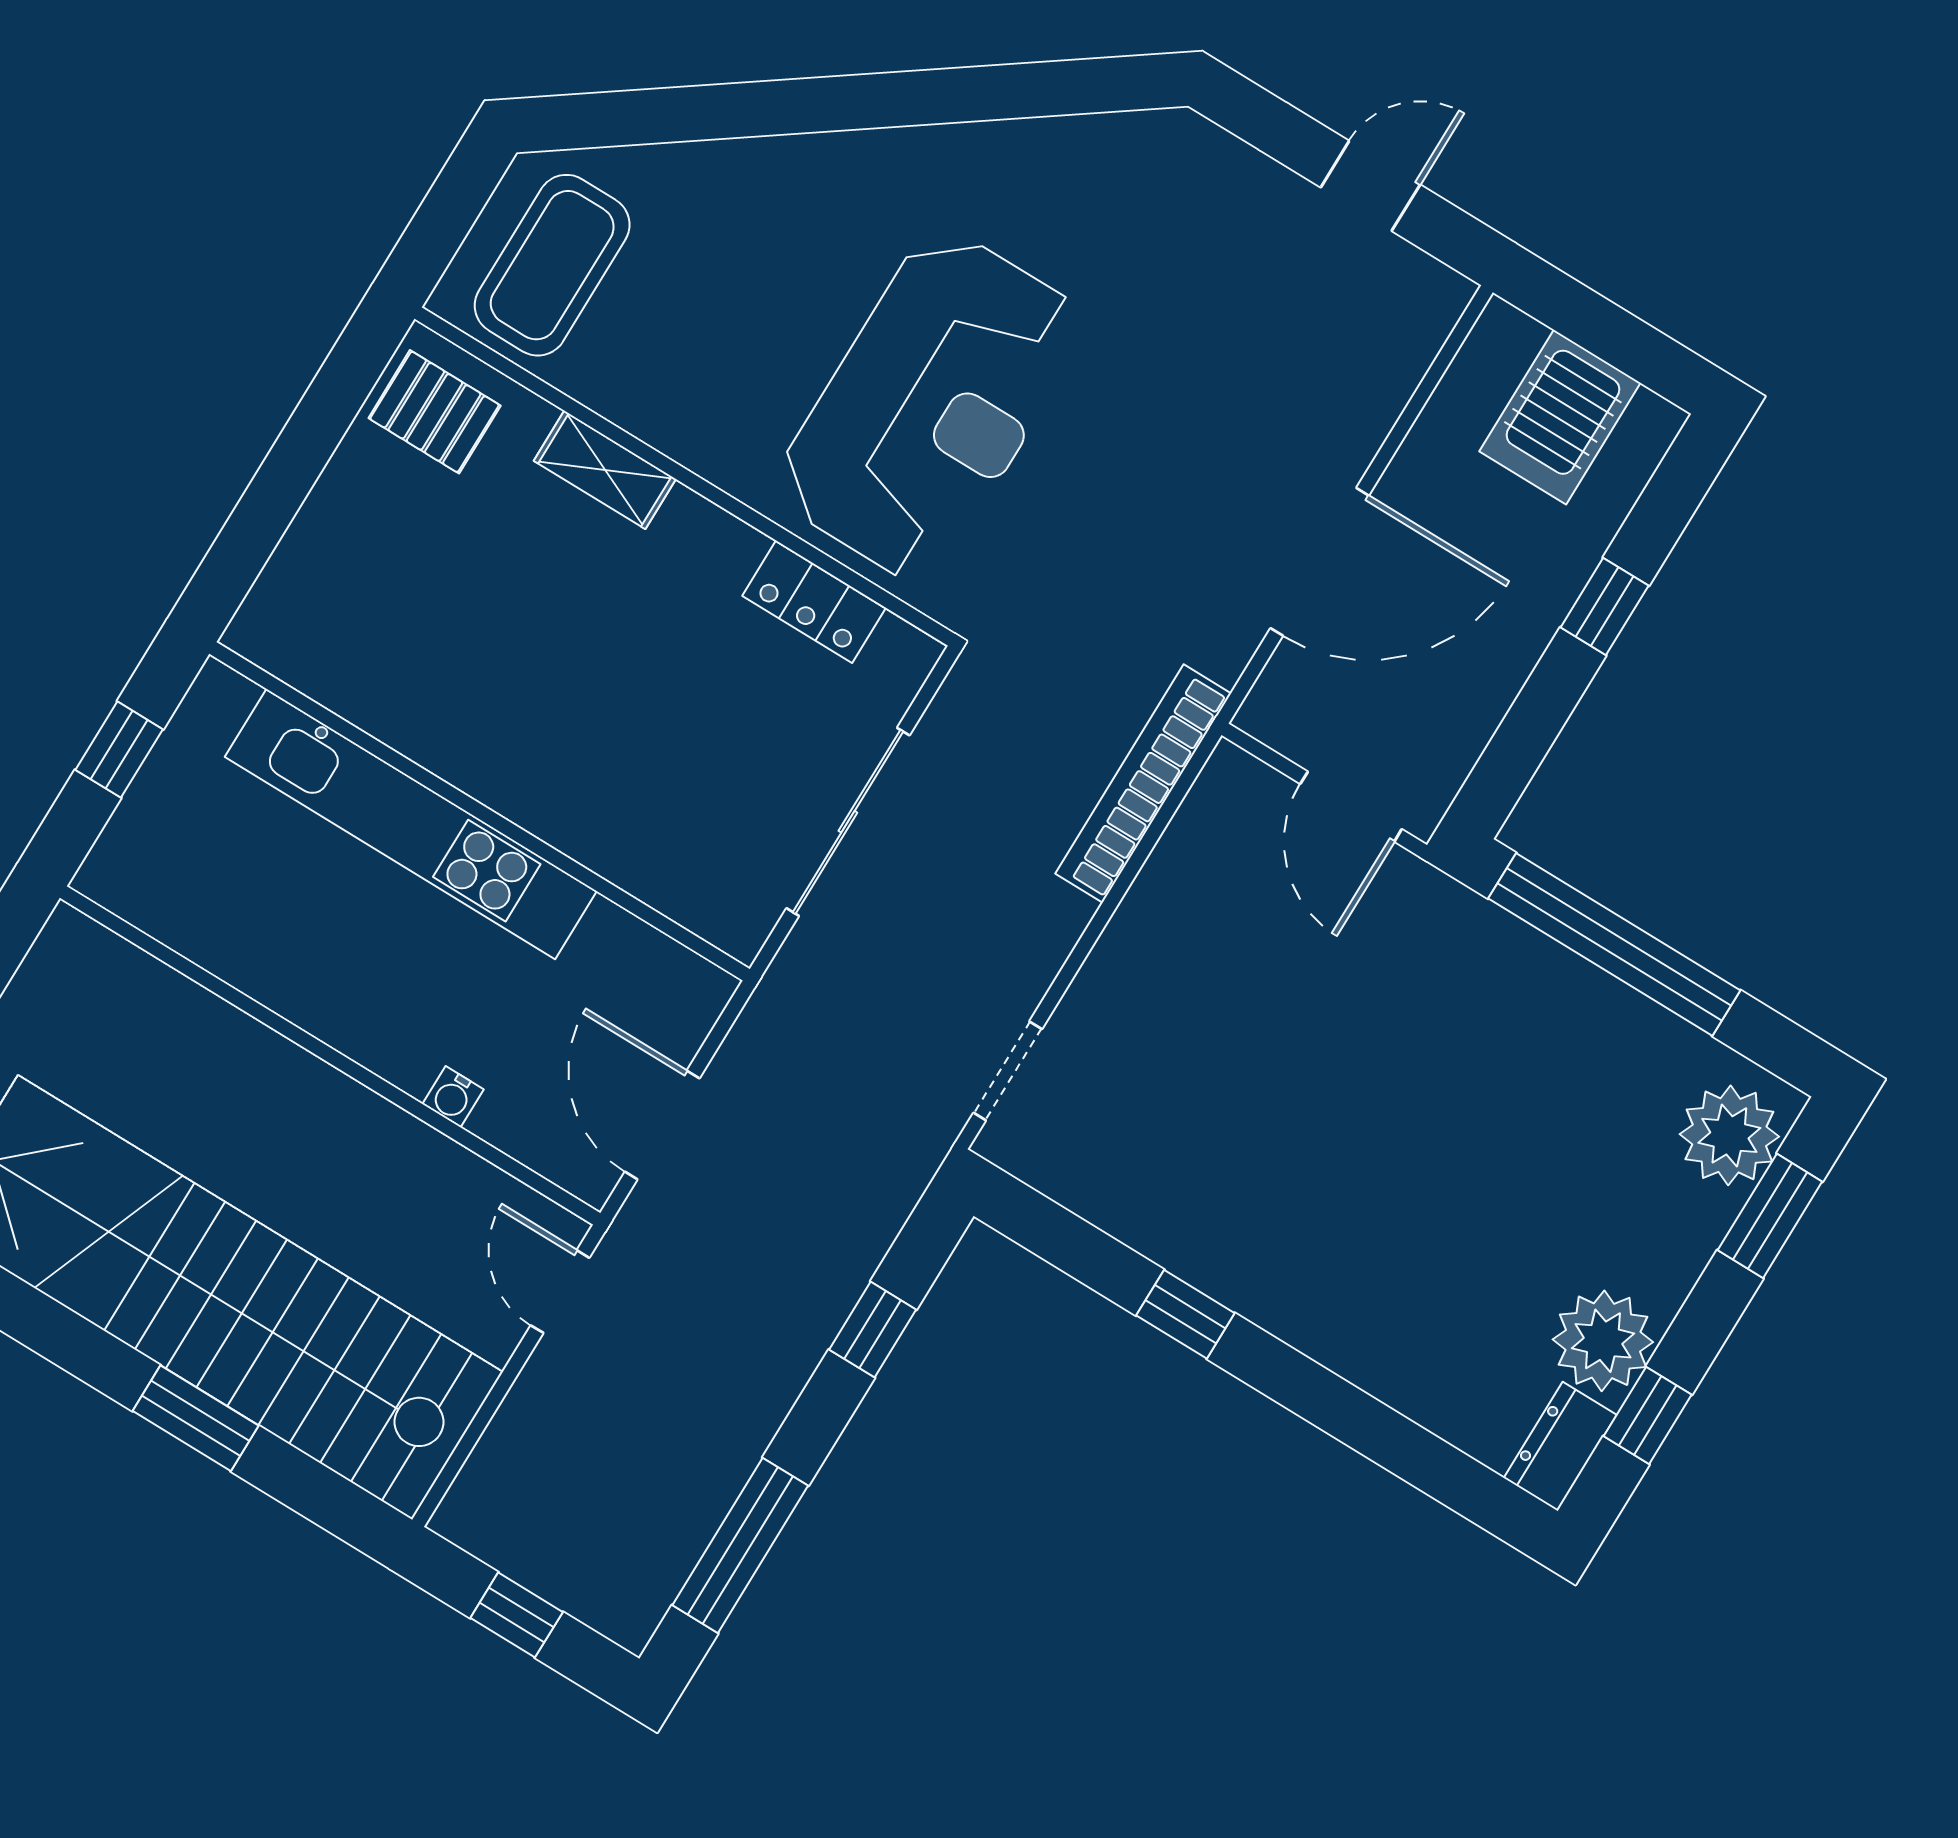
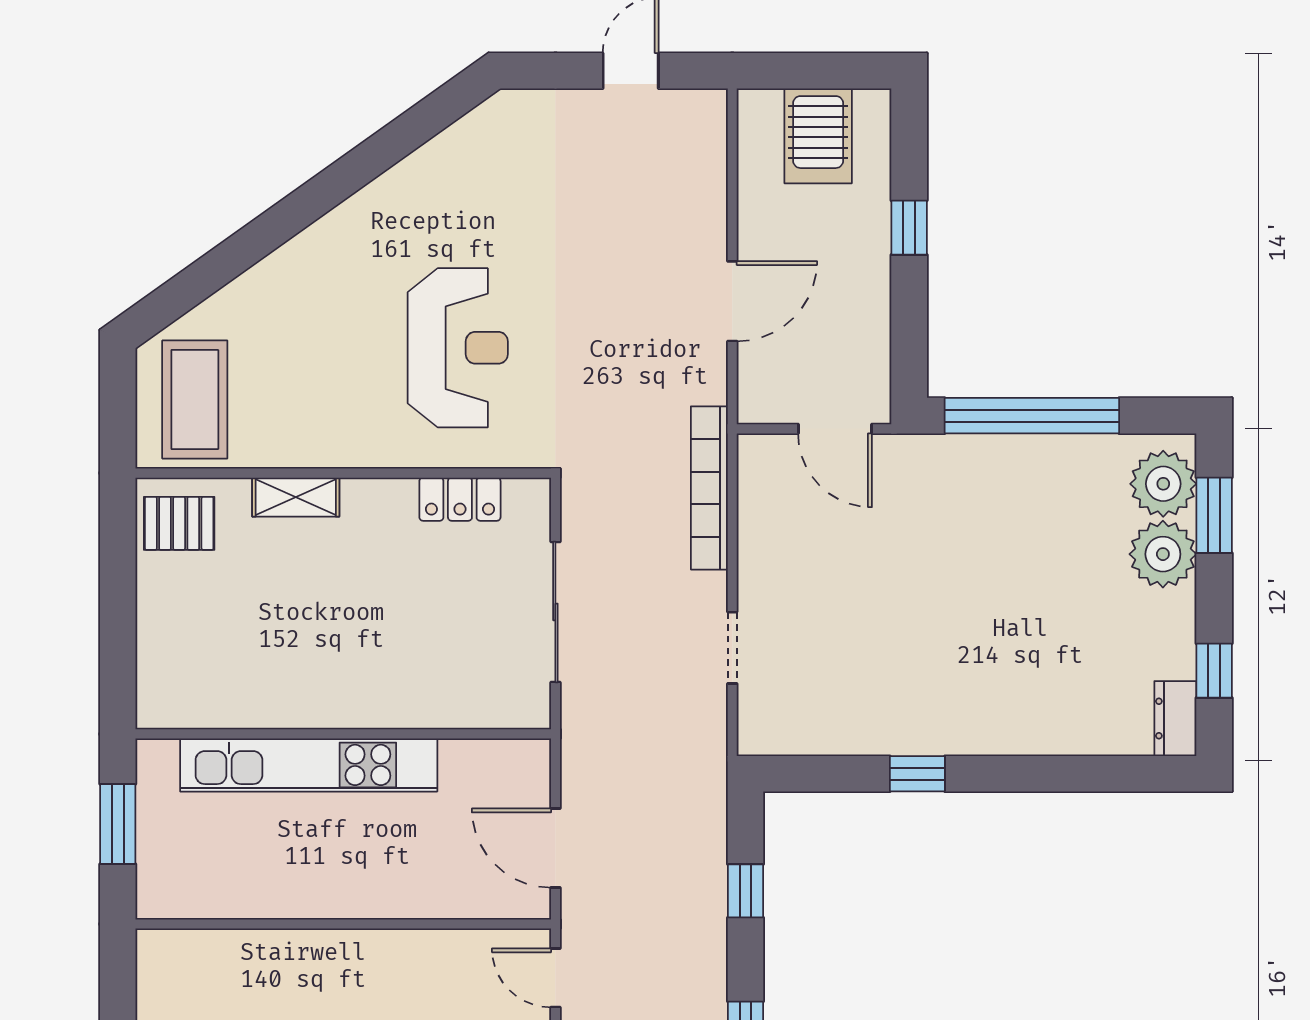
reception desk: (930, 406) -> (458, 348), width x0.74, depth x0.77
door: (1320, 562) -> (732, 301), width x0.73
window: (119, 750) -> (118, 824), width x1.50
doorway: (1008, 1071) -> (732, 648), moved
water cooler: (453, 1097) -> (427, 905), removed
plant: (1603, 1341) -> (1163, 554), moved

